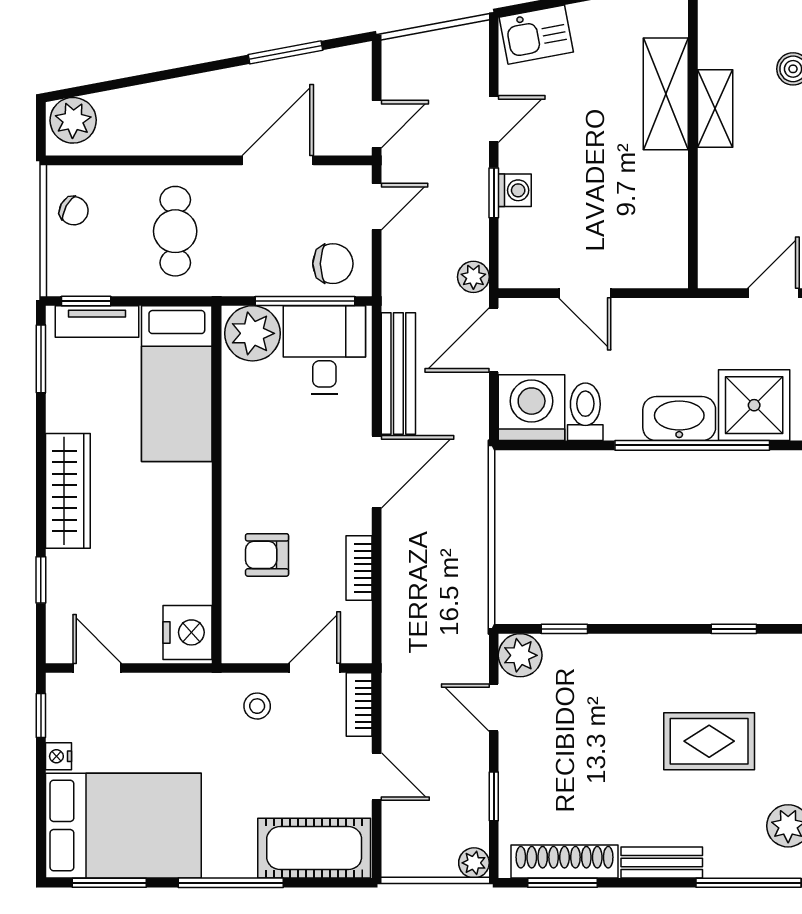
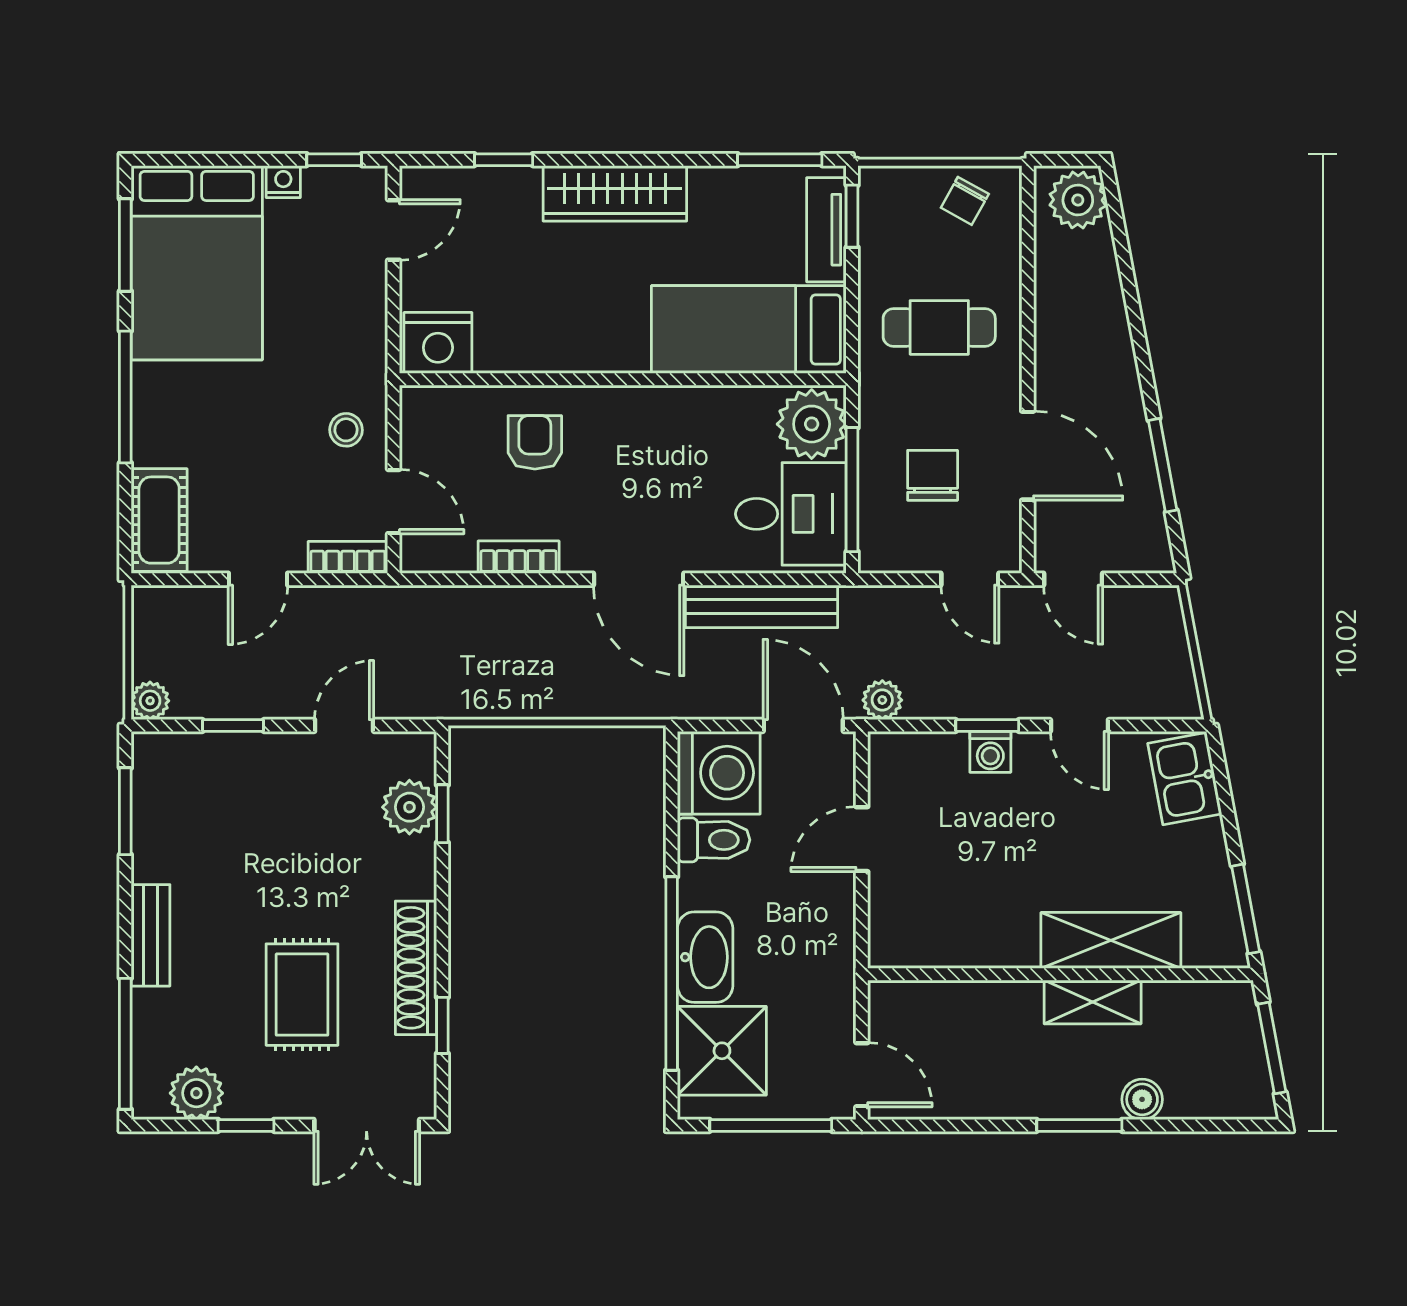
chair: (333, 264) -> (933, 475), moved, turned 180
plant: (520, 655) -> (409, 807), moved
cot: (314, 848) -> (159, 520), width x0.73, depth x0.75
shoe rack: (565, 862) -> (416, 968), moved, turned 180

